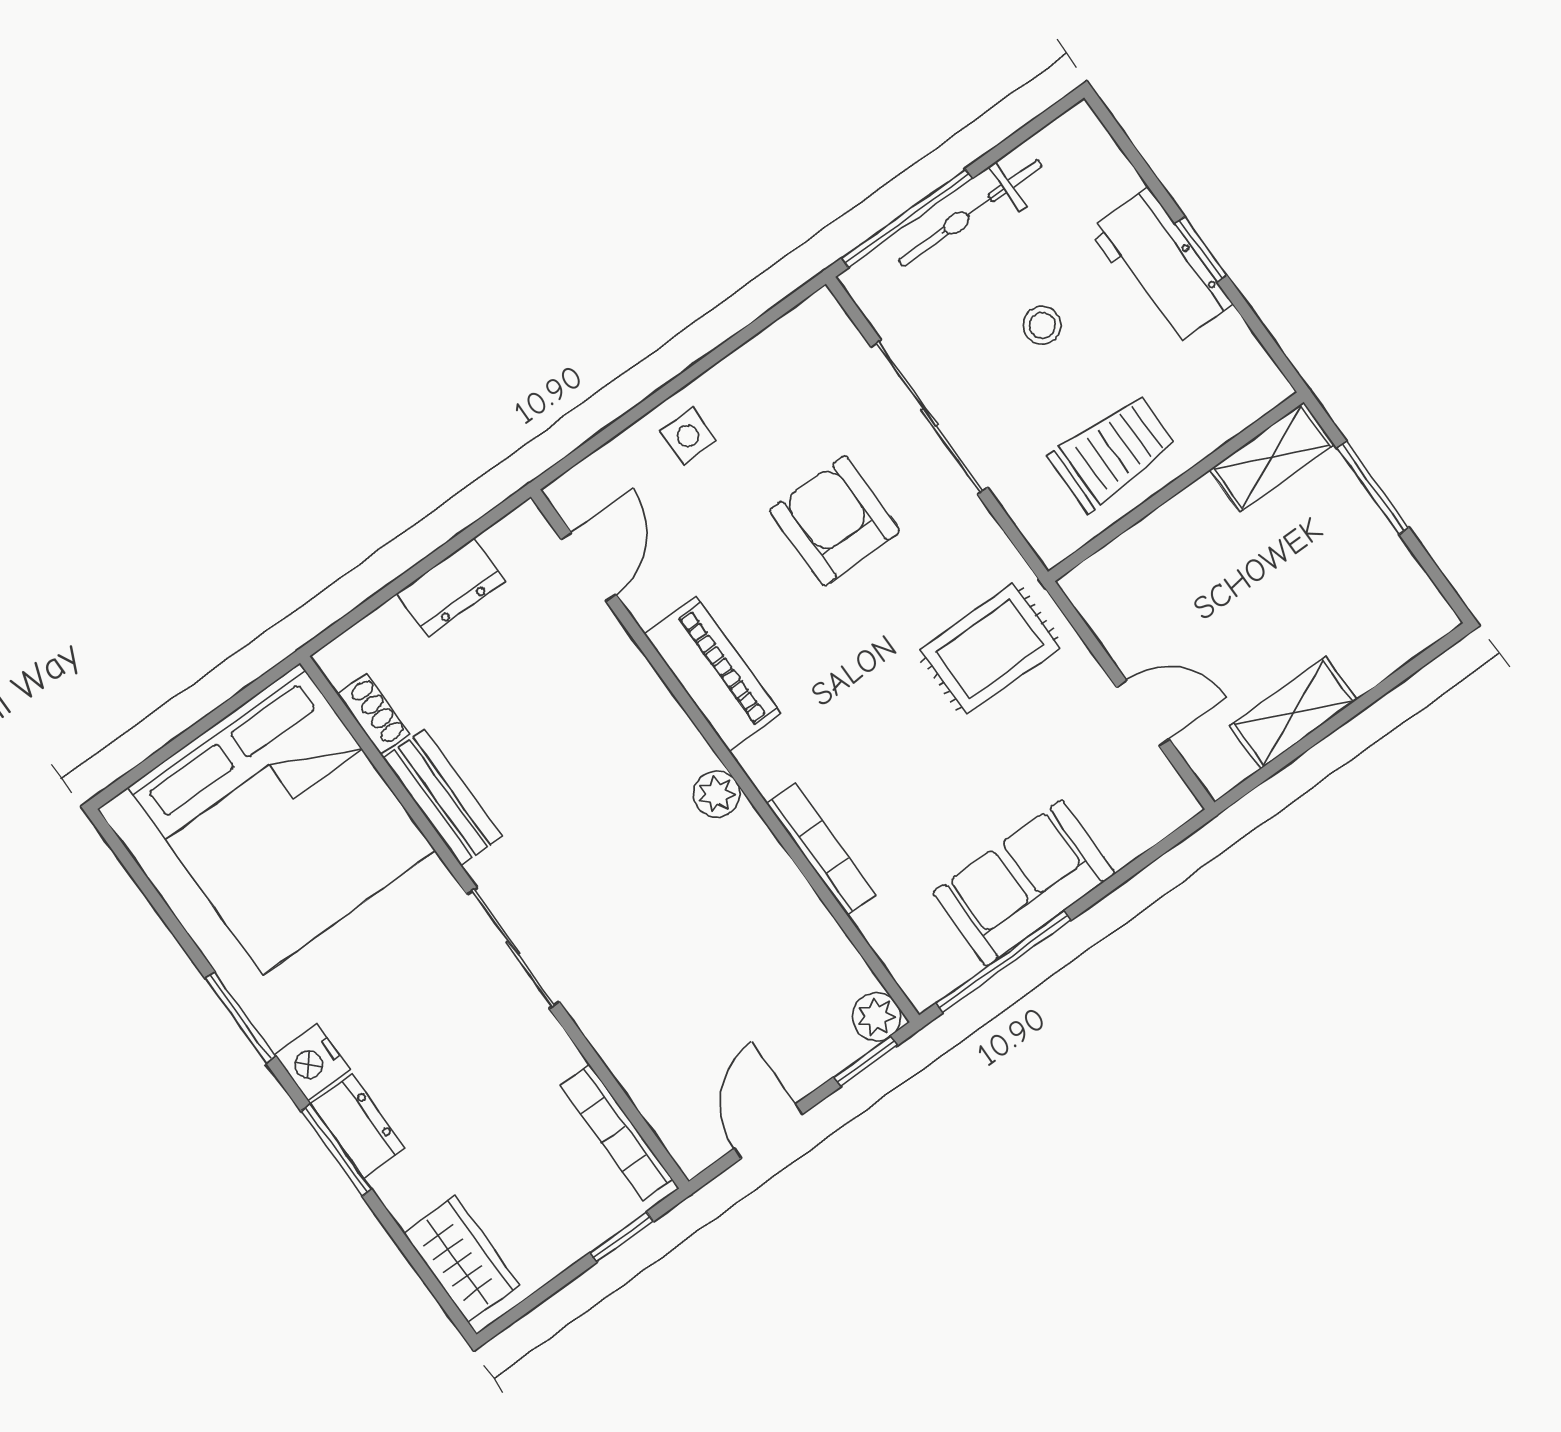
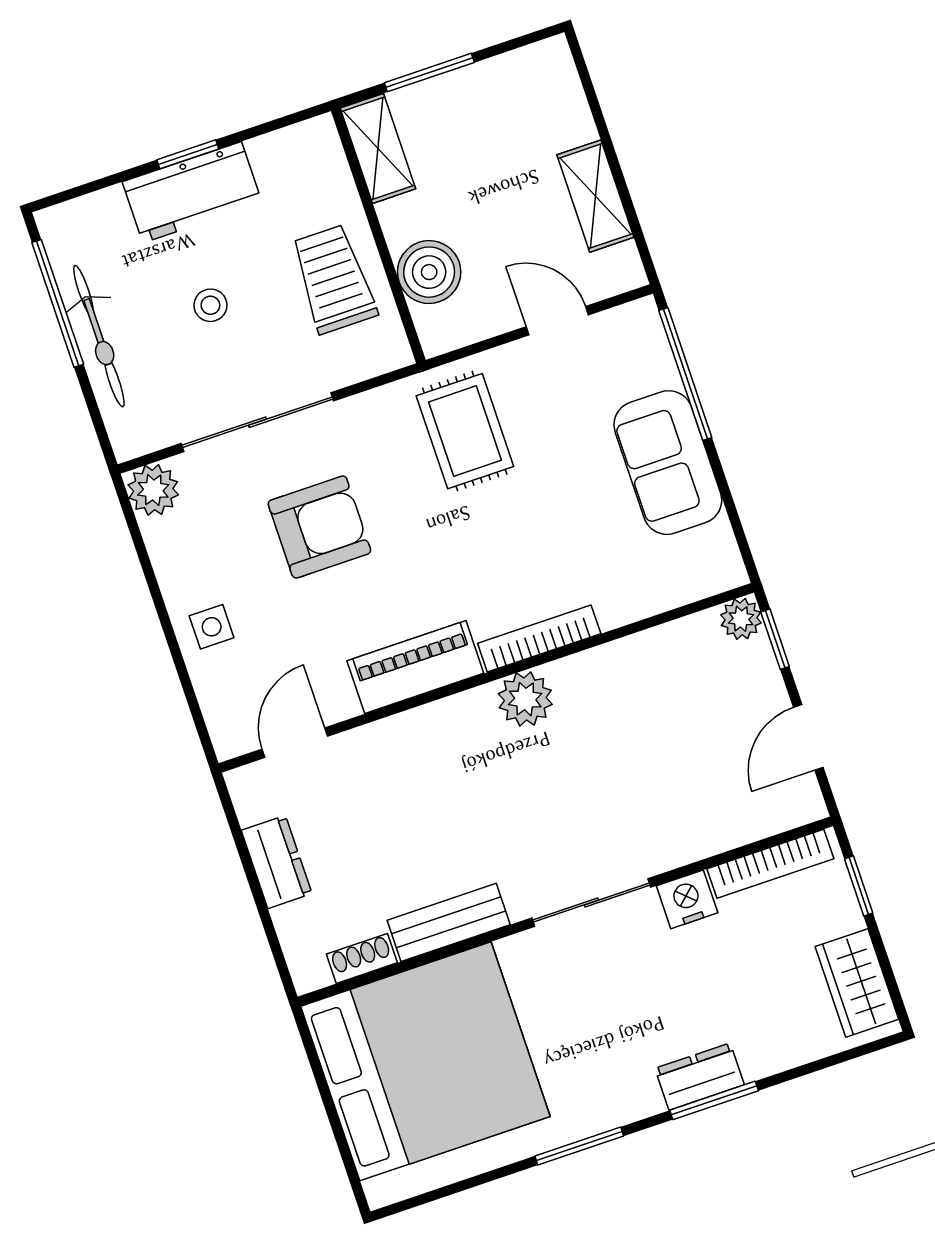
window: (907, 218) -> (58, 303), moved
plant: (819, 325) -> (153, 490), added
armchair: (835, 521) -> (319, 527), turned 180
boiler: (1153, 555) -> (429, 272), added
door: (589, 567) -> (295, 743), hinge flipped
door: (1143, 713) -> (557, 321), hinge flipped
plant: (717, 794) -> (525, 699), width x1.38, depth x1.38
bookcase: (821, 849) -> (539, 639), moved
window: (1003, 962) -> (685, 374), moved
nightstand: (312, 1062) -> (687, 899), moved, turned 180
door: (768, 1131) -> (808, 737), hinge flipped
wardrobe: (462, 1259) -> (857, 983), moved, turned -90

